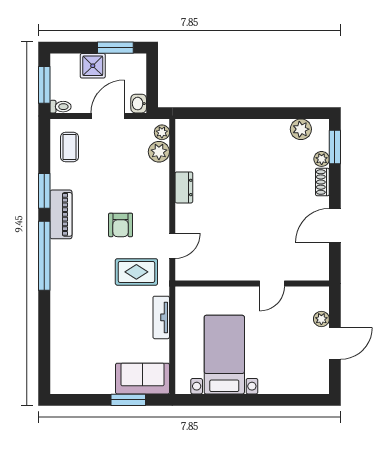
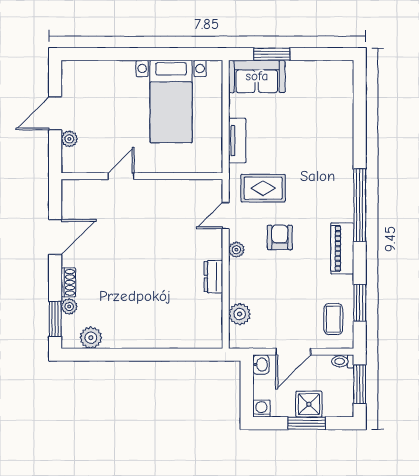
window: (115, 48) -> (307, 423), moved
washing machine: (138, 62) -> (261, 409), added
plant: (162, 132) -> (236, 250), moved
window: (44, 191) -> (360, 303), moved

